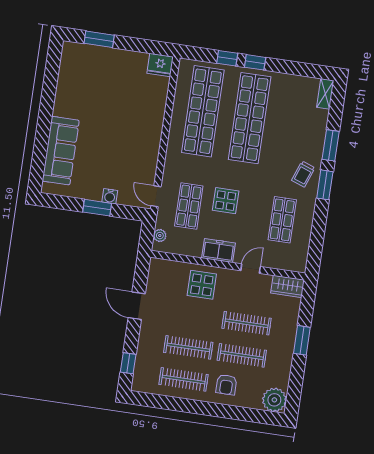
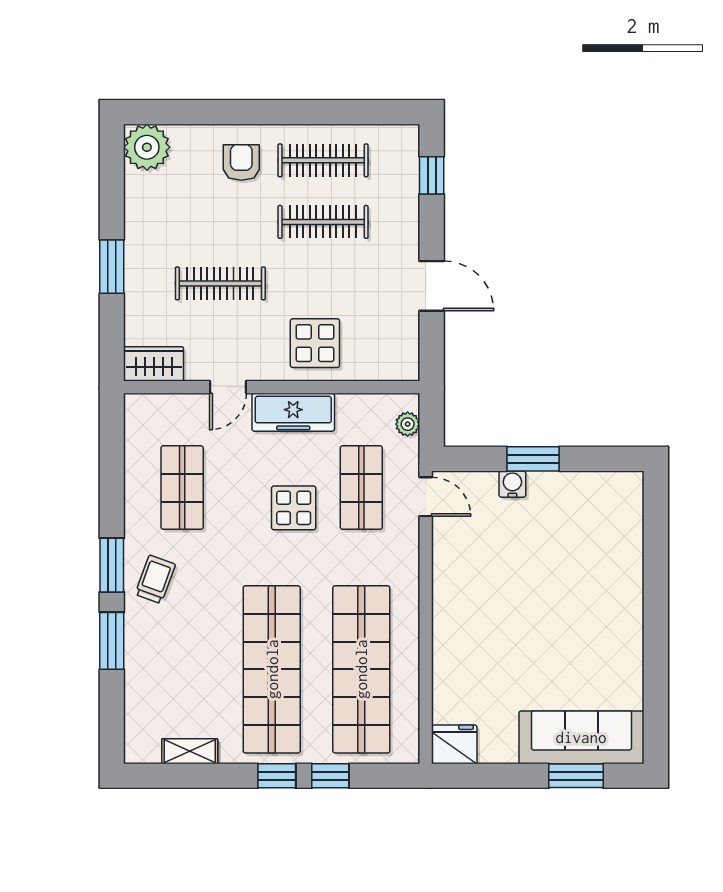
shelving: (325, 94) -> (190, 751), moved, turned 90
sofa: (61, 151) -> (581, 737), moved, turned 90
freezer: (219, 250) -> (293, 412), width x1.40
clothes rail: (242, 355) -> (220, 222), removed

